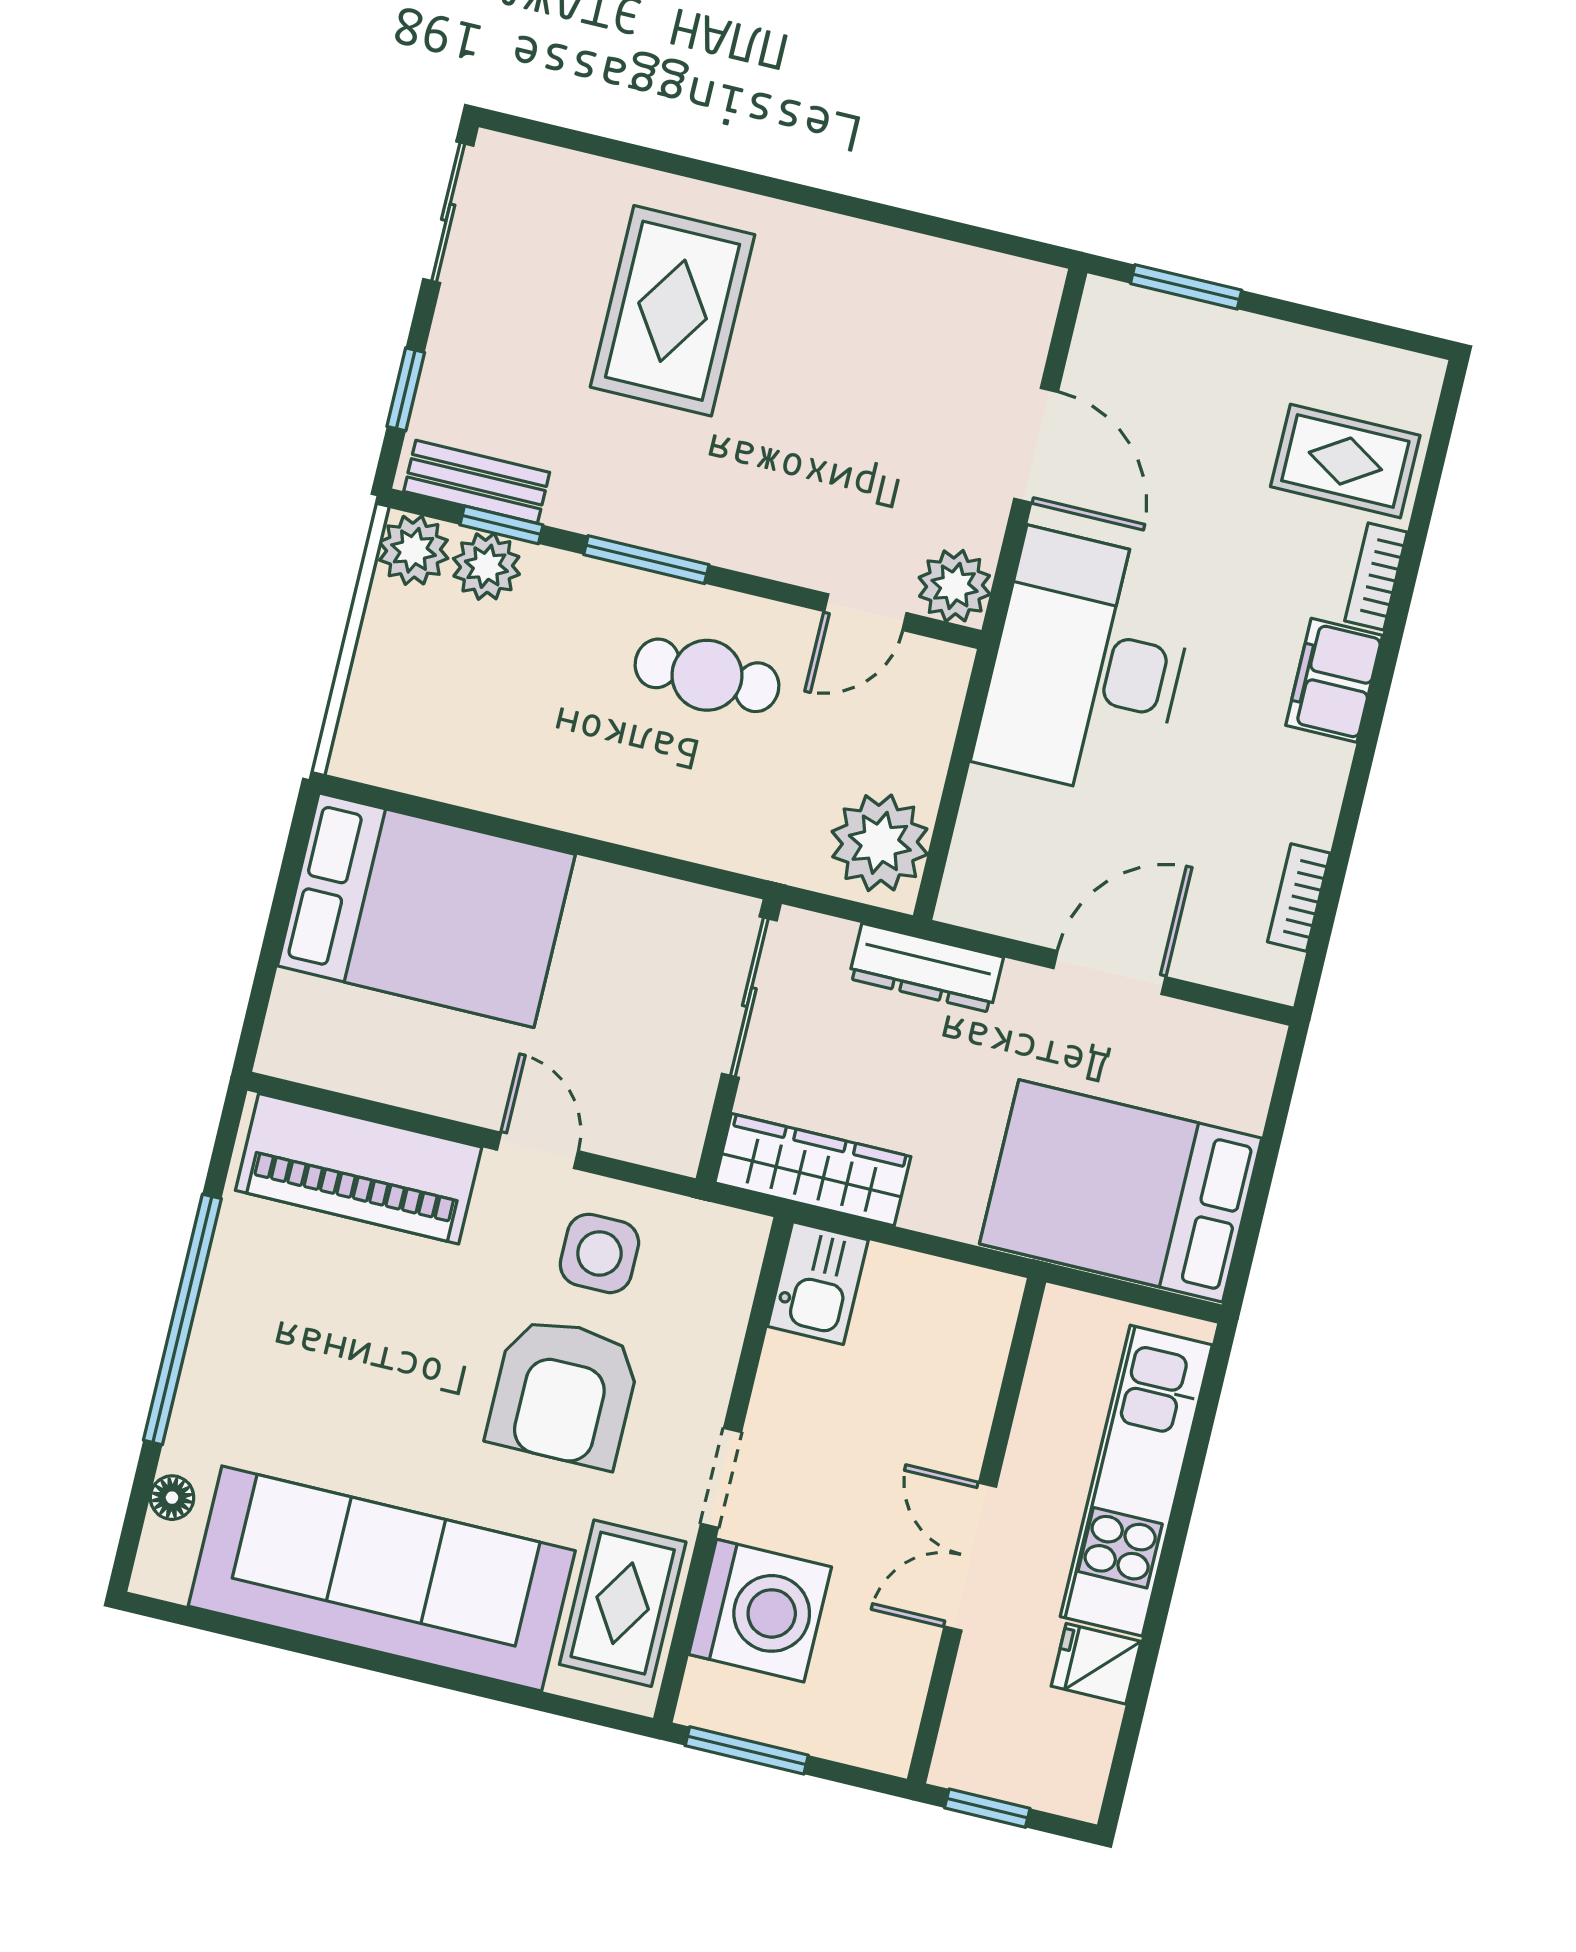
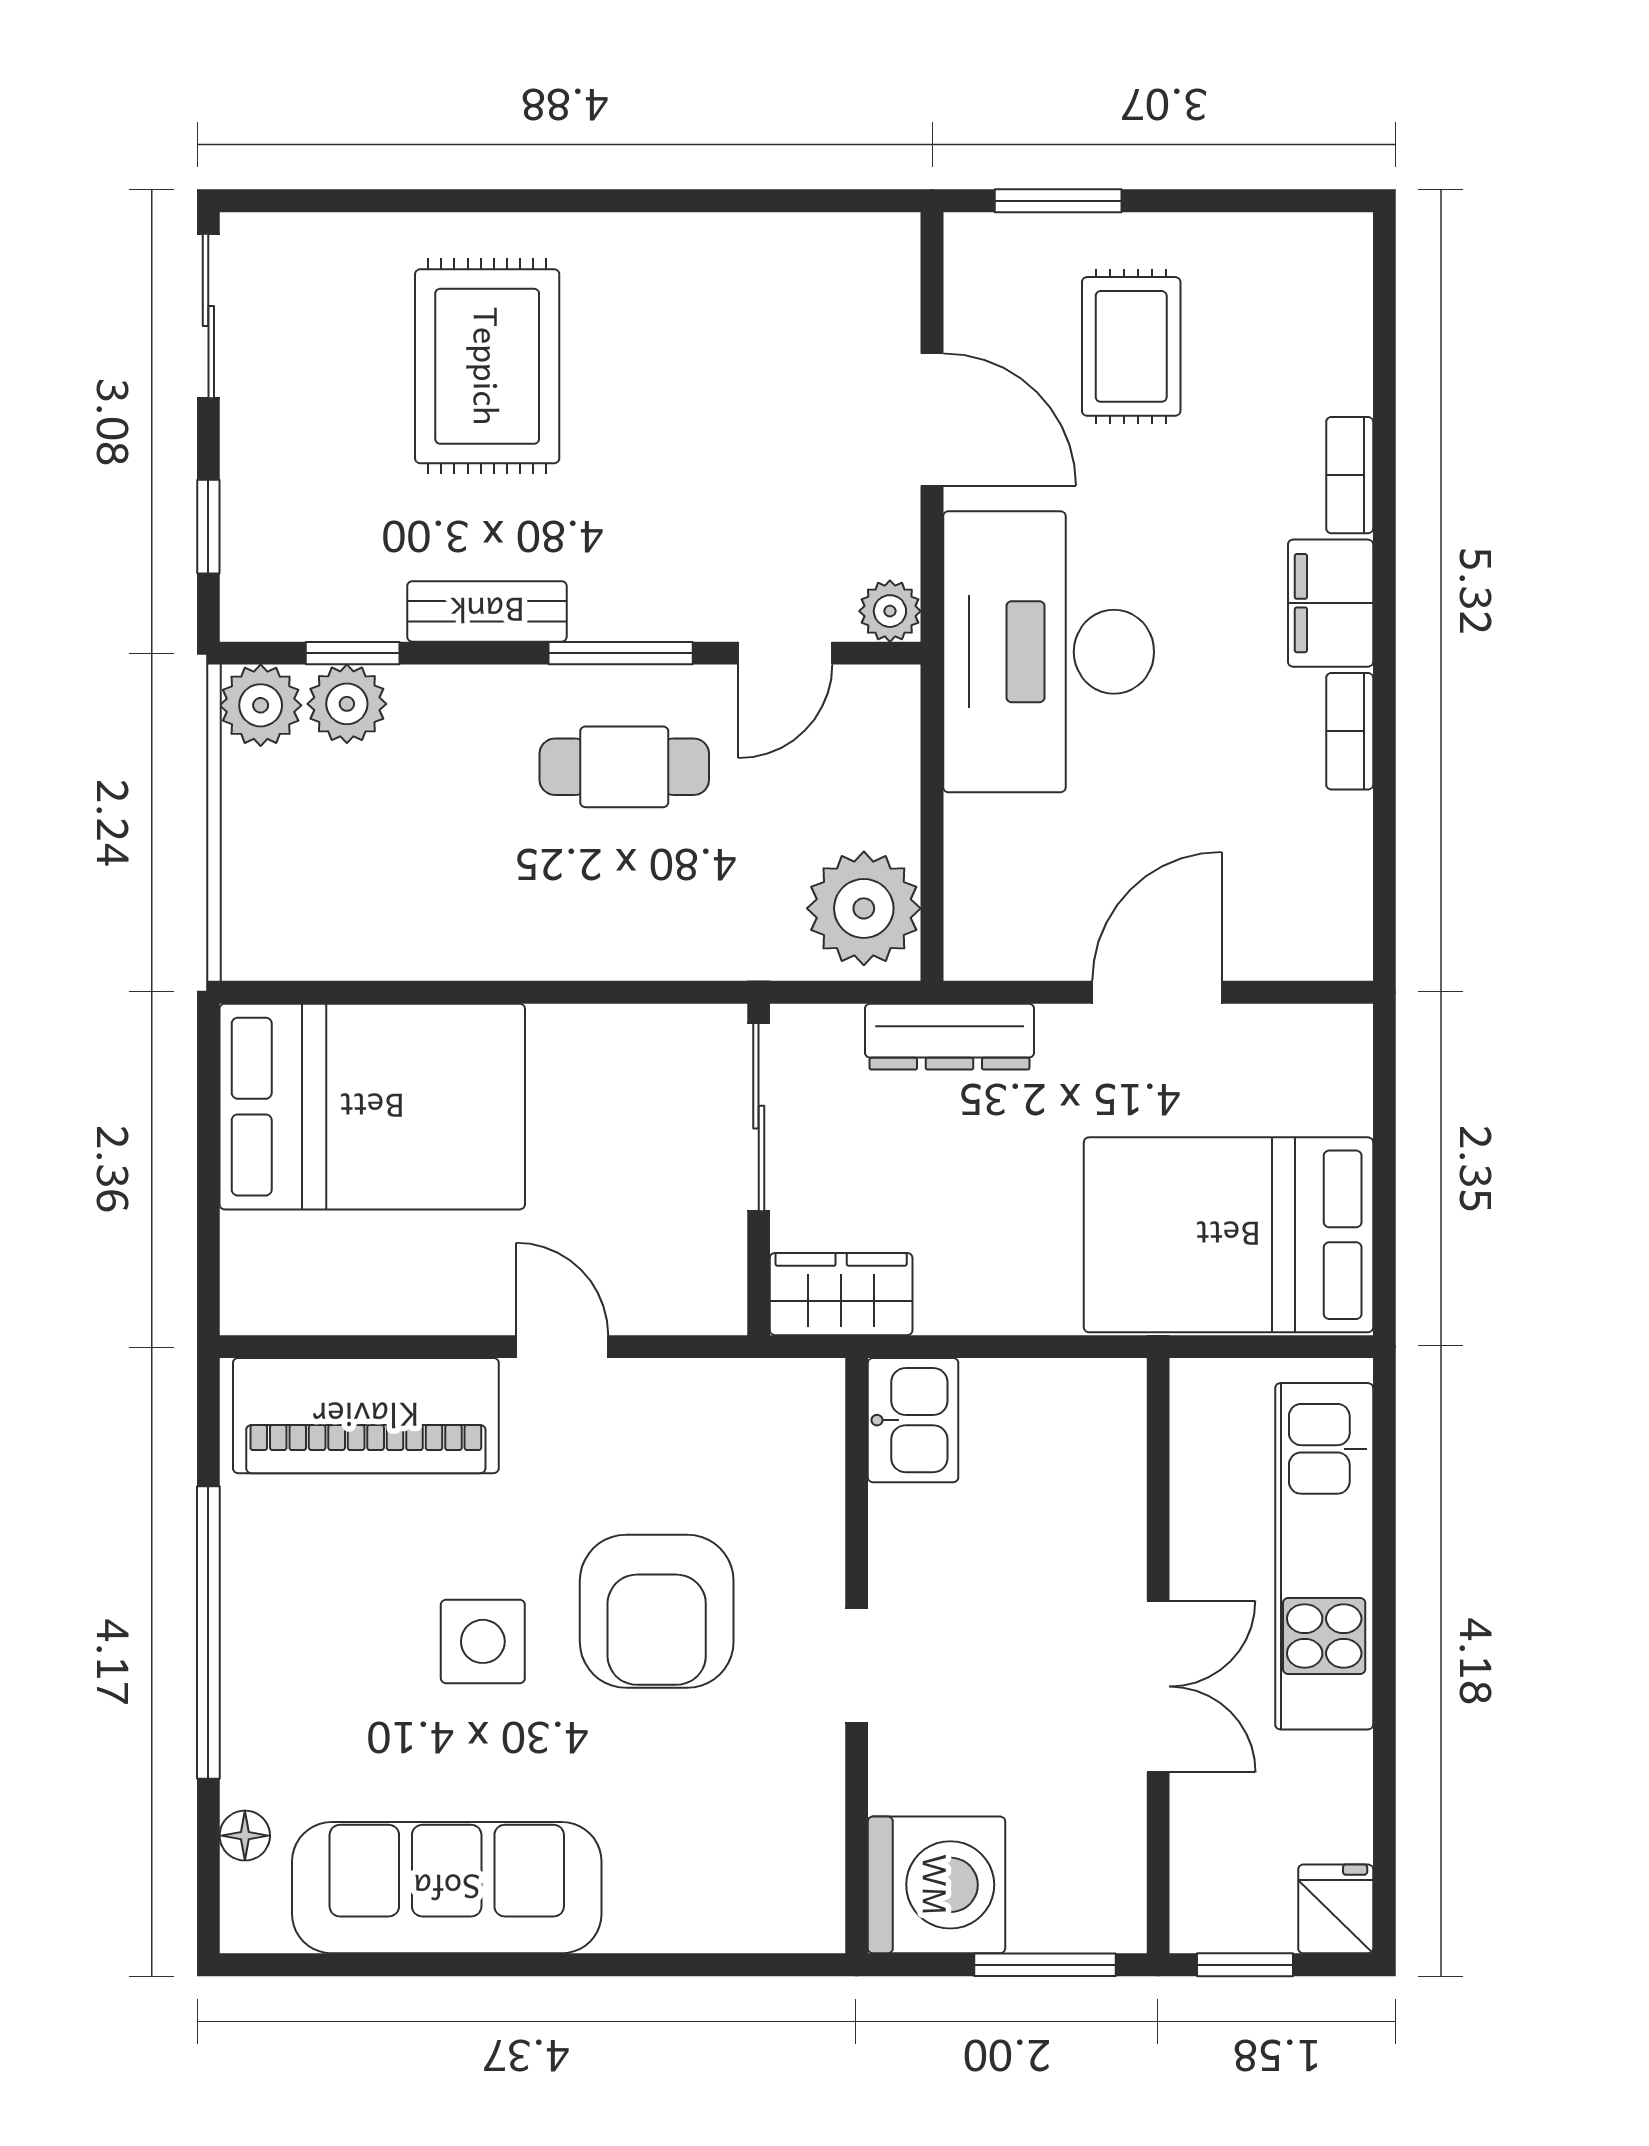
rug: (1345, 461) -> (1131, 346), moved, turned 90
bench: (477, 482) -> (487, 611), moved
window: (646, 560) -> (621, 653), moved
plant: (955, 586) -> (890, 611), width x0.73, depth x0.73
bookcase: (1299, 898) -> (1350, 731), moved
wardrobe: (813, 1170) -> (841, 1294), width x0.67
side table: (599, 1253) -> (483, 1641), moved
double door: (970, 1557) -> (1158, 1686), swing flipped
sofa: (382, 1578) -> (447, 1888), width x0.74, depth x0.79
rug: (623, 1603) -> (780, 1833), removed
washing machine: (760, 1611) -> (936, 1885), moved
fridge: (1096, 1664) -> (1336, 1909), moved, turned 90
window: (747, 1750) -> (1045, 1965), moved

